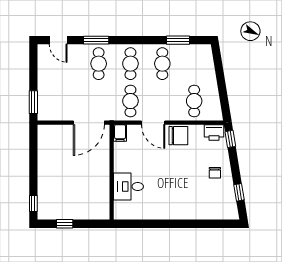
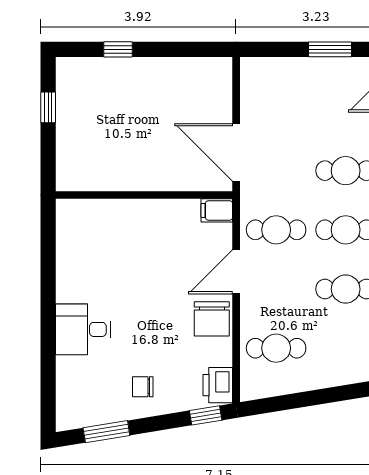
window: (33, 102) -> (330, 49), moved
desk: (129, 186) -> (83, 329), moved, turned -90
window: (239, 192) -> (106, 432), width x1.50
window: (33, 203) -> (118, 49), moved

